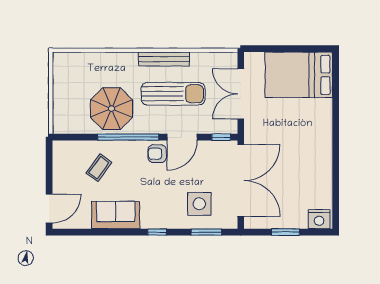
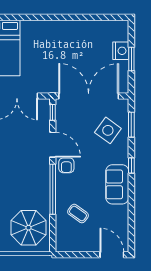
sun lounger: (173, 94) -> (17, 152), removed
parasol: (112, 109) -> (28, 228), moved
side table: (199, 204) -> (108, 130), turned 36
sofa: (116, 215) -> (117, 184), moved
nightstand: (319, 219) -> (121, 51), moved

